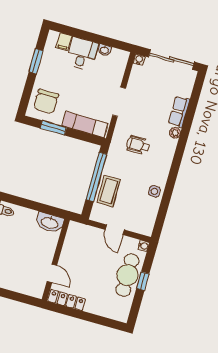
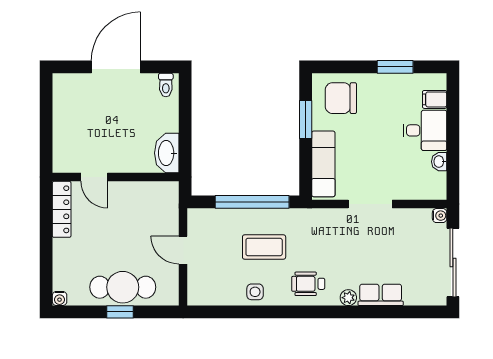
wheelchair: (138, 145) -> (308, 284), moved, turned -90
coffee table: (109, 191) -> (264, 247), moved
door: (115, 230) -> (183, 250), hinge flipped
water cooler: (144, 246) -> (60, 298), moved
door: (52, 273) -> (94, 177), hinge flipped

